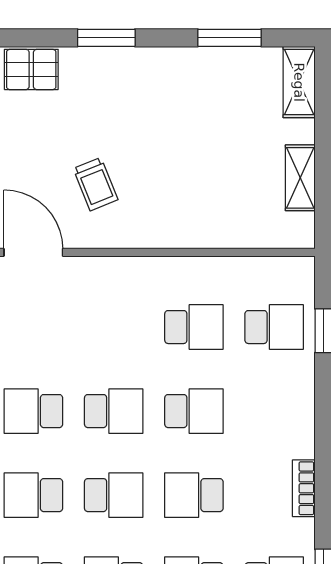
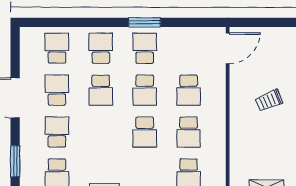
trolley: (96, 184) -> (269, 100), moved
school desk: (194, 495) -> (189, 90), moved, turned 180

